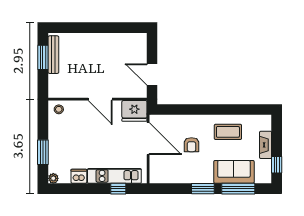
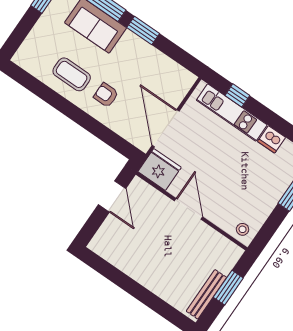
window: (43, 57) -> (228, 288), moved
armchair: (192, 145) -> (106, 95), moved, turned -90
fireplace: (266, 145) -> (40, 31), removed

